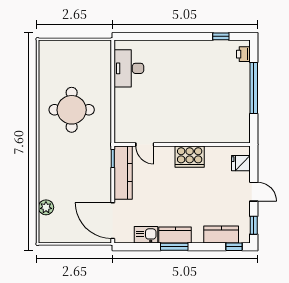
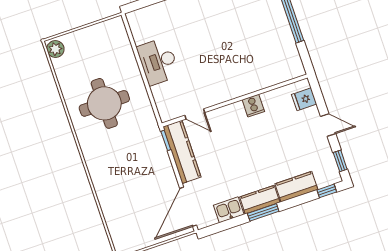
desk: (129, 68) -> (158, 61), moved
cooker: (190, 157) -> (253, 106), width x0.53, depth x0.76
plant: (46, 207) -> (55, 49), moved
door: (113, 221) -> (188, 207), hinge flipped
kitchen counter: (221, 235) -> (296, 187), moved

